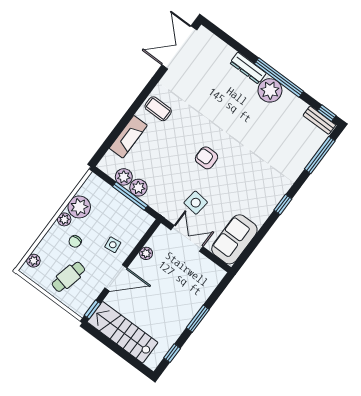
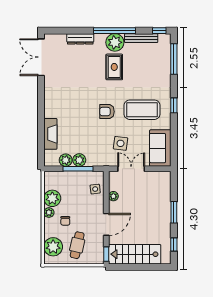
dresser: (248, 68) -> (80, 39), moved
coffee table: (158, 109) -> (142, 110), moved, width x1.86, depth x1.72
rug: (250, 116) -> (114, 67), added
bench: (319, 120) -> (141, 38), moved, width x1.36
side table: (113, 245) -> (95, 189), moved
plant: (33, 261) -> (53, 247), width x1.88, depth x1.88

